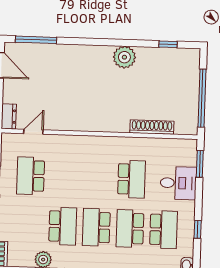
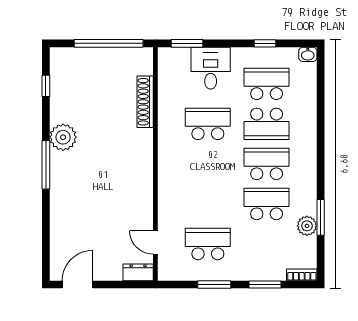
window: (36, 40) -> (46, 165), moved
school desk: (31, 176) -> (208, 244), turned 180
school desk: (96, 227) -> (267, 164), turned 180

